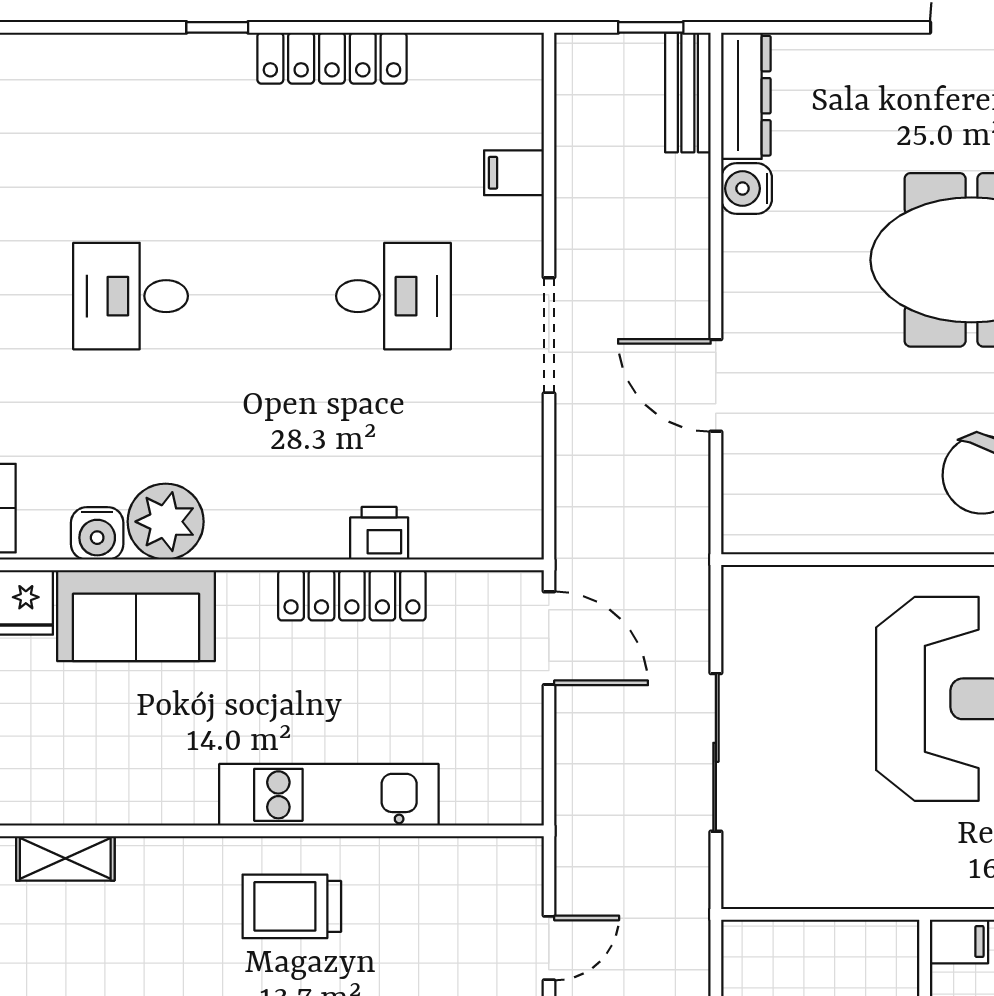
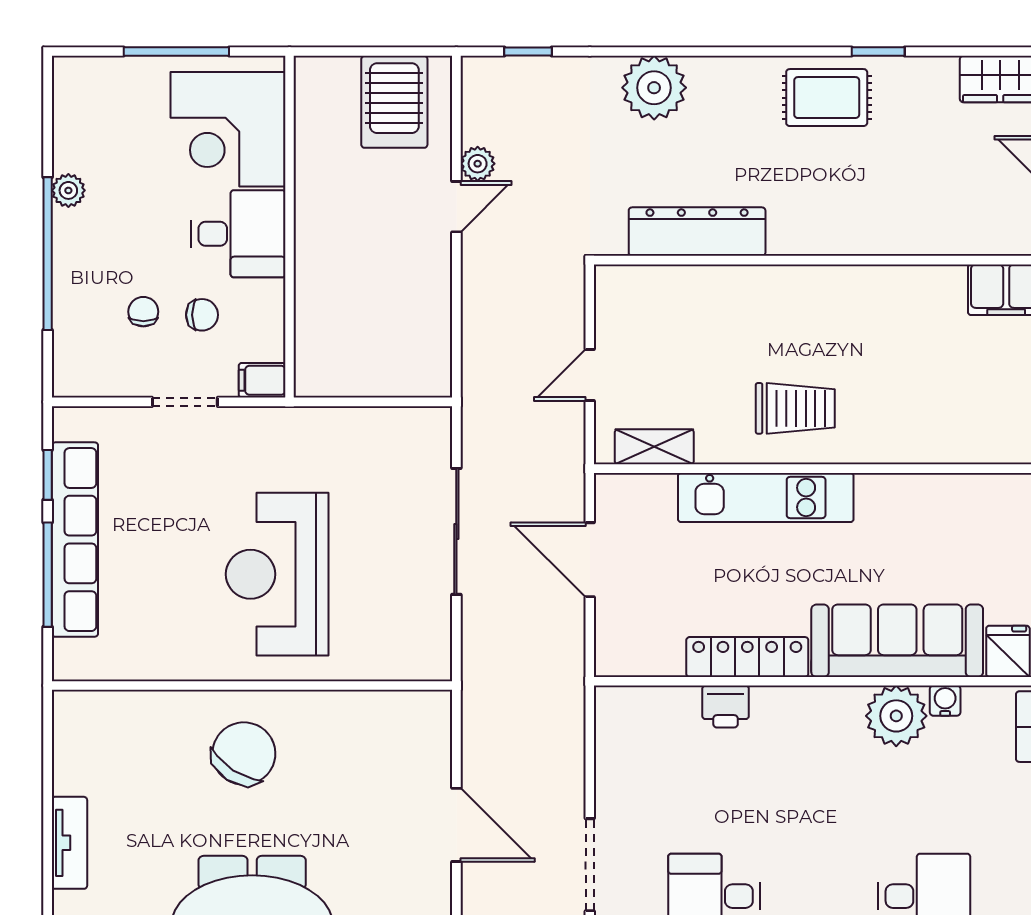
water cooler: (97, 533) -> (945, 701), width x0.72, depth x0.72
sofa: (136, 616) -> (897, 641), width x1.36
door: (549, 638) -> (590, 560), moved
shelving: (65, 858) -> (654, 447), moved

